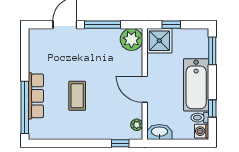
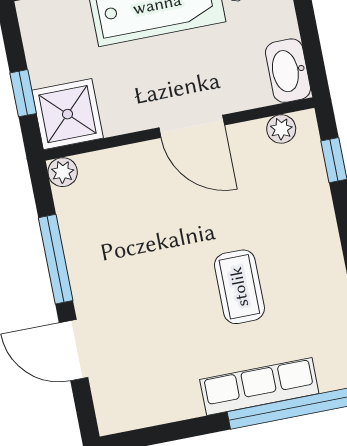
plant: (131, 39) -> (63, 172), width x0.53, depth x0.53
door: (145, 89) -> (192, 126), hinge flipped
coffee table: (77, 96) -> (239, 287), turned 90

